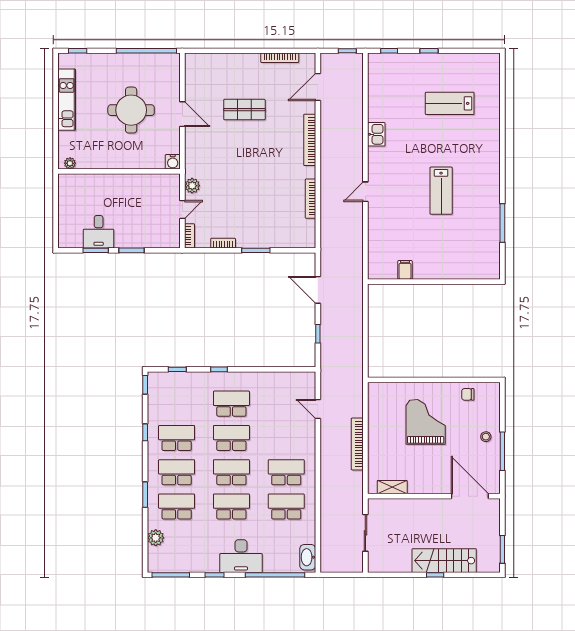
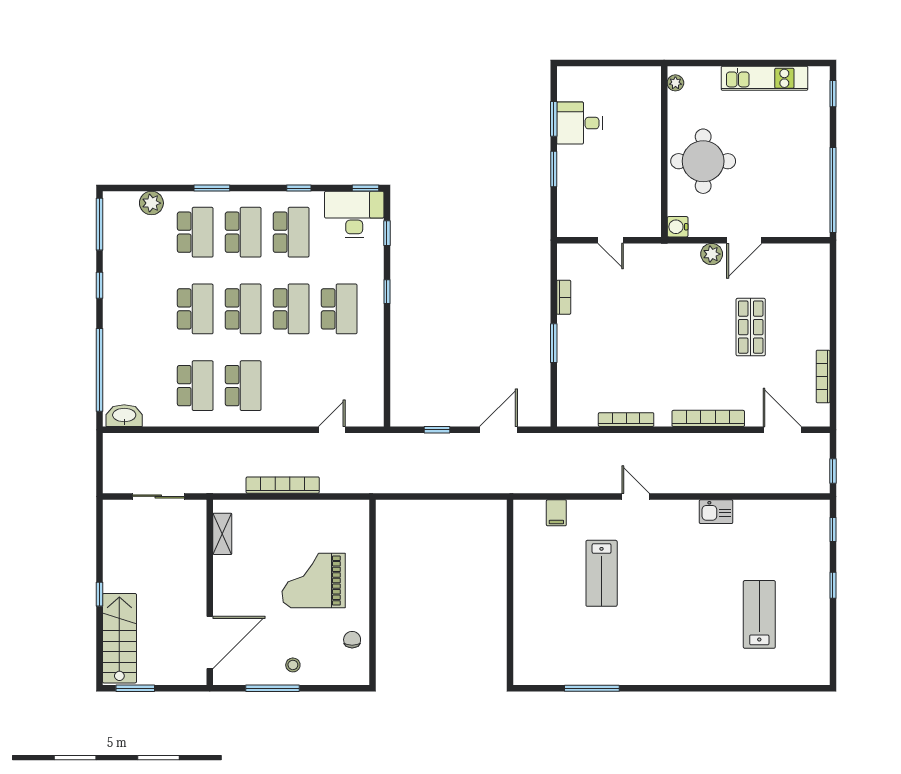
round table: (131, 110) -> (703, 161), moved
plant: (192, 186) -> (712, 254), moved
lab bench: (441, 191) -> (602, 573), moved, turned -90
bookcase: (189, 236) -> (574, 250), removed
filing cabinet: (405, 270) -> (556, 513), moved, turned 90
grand piano: (426, 422) -> (314, 581), turned 180
desk: (241, 556) -> (354, 214), moved, turned 90
stairs: (444, 561) -> (119, 638), moved

